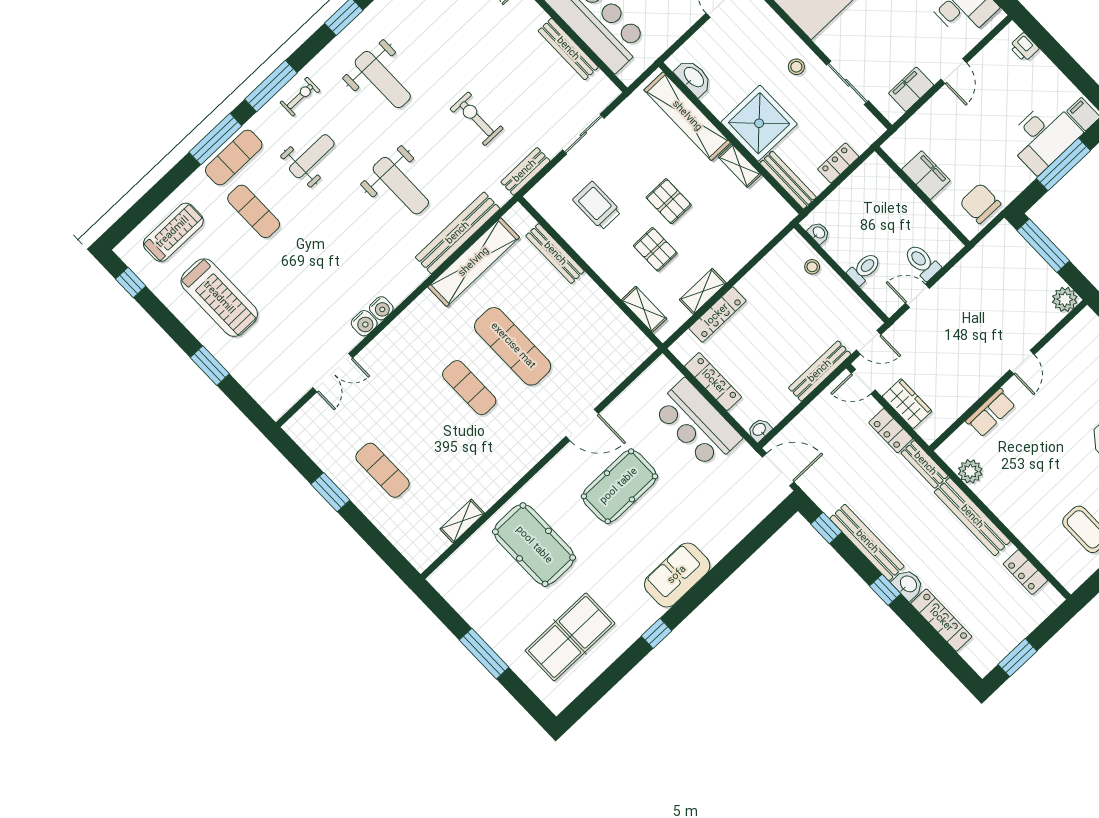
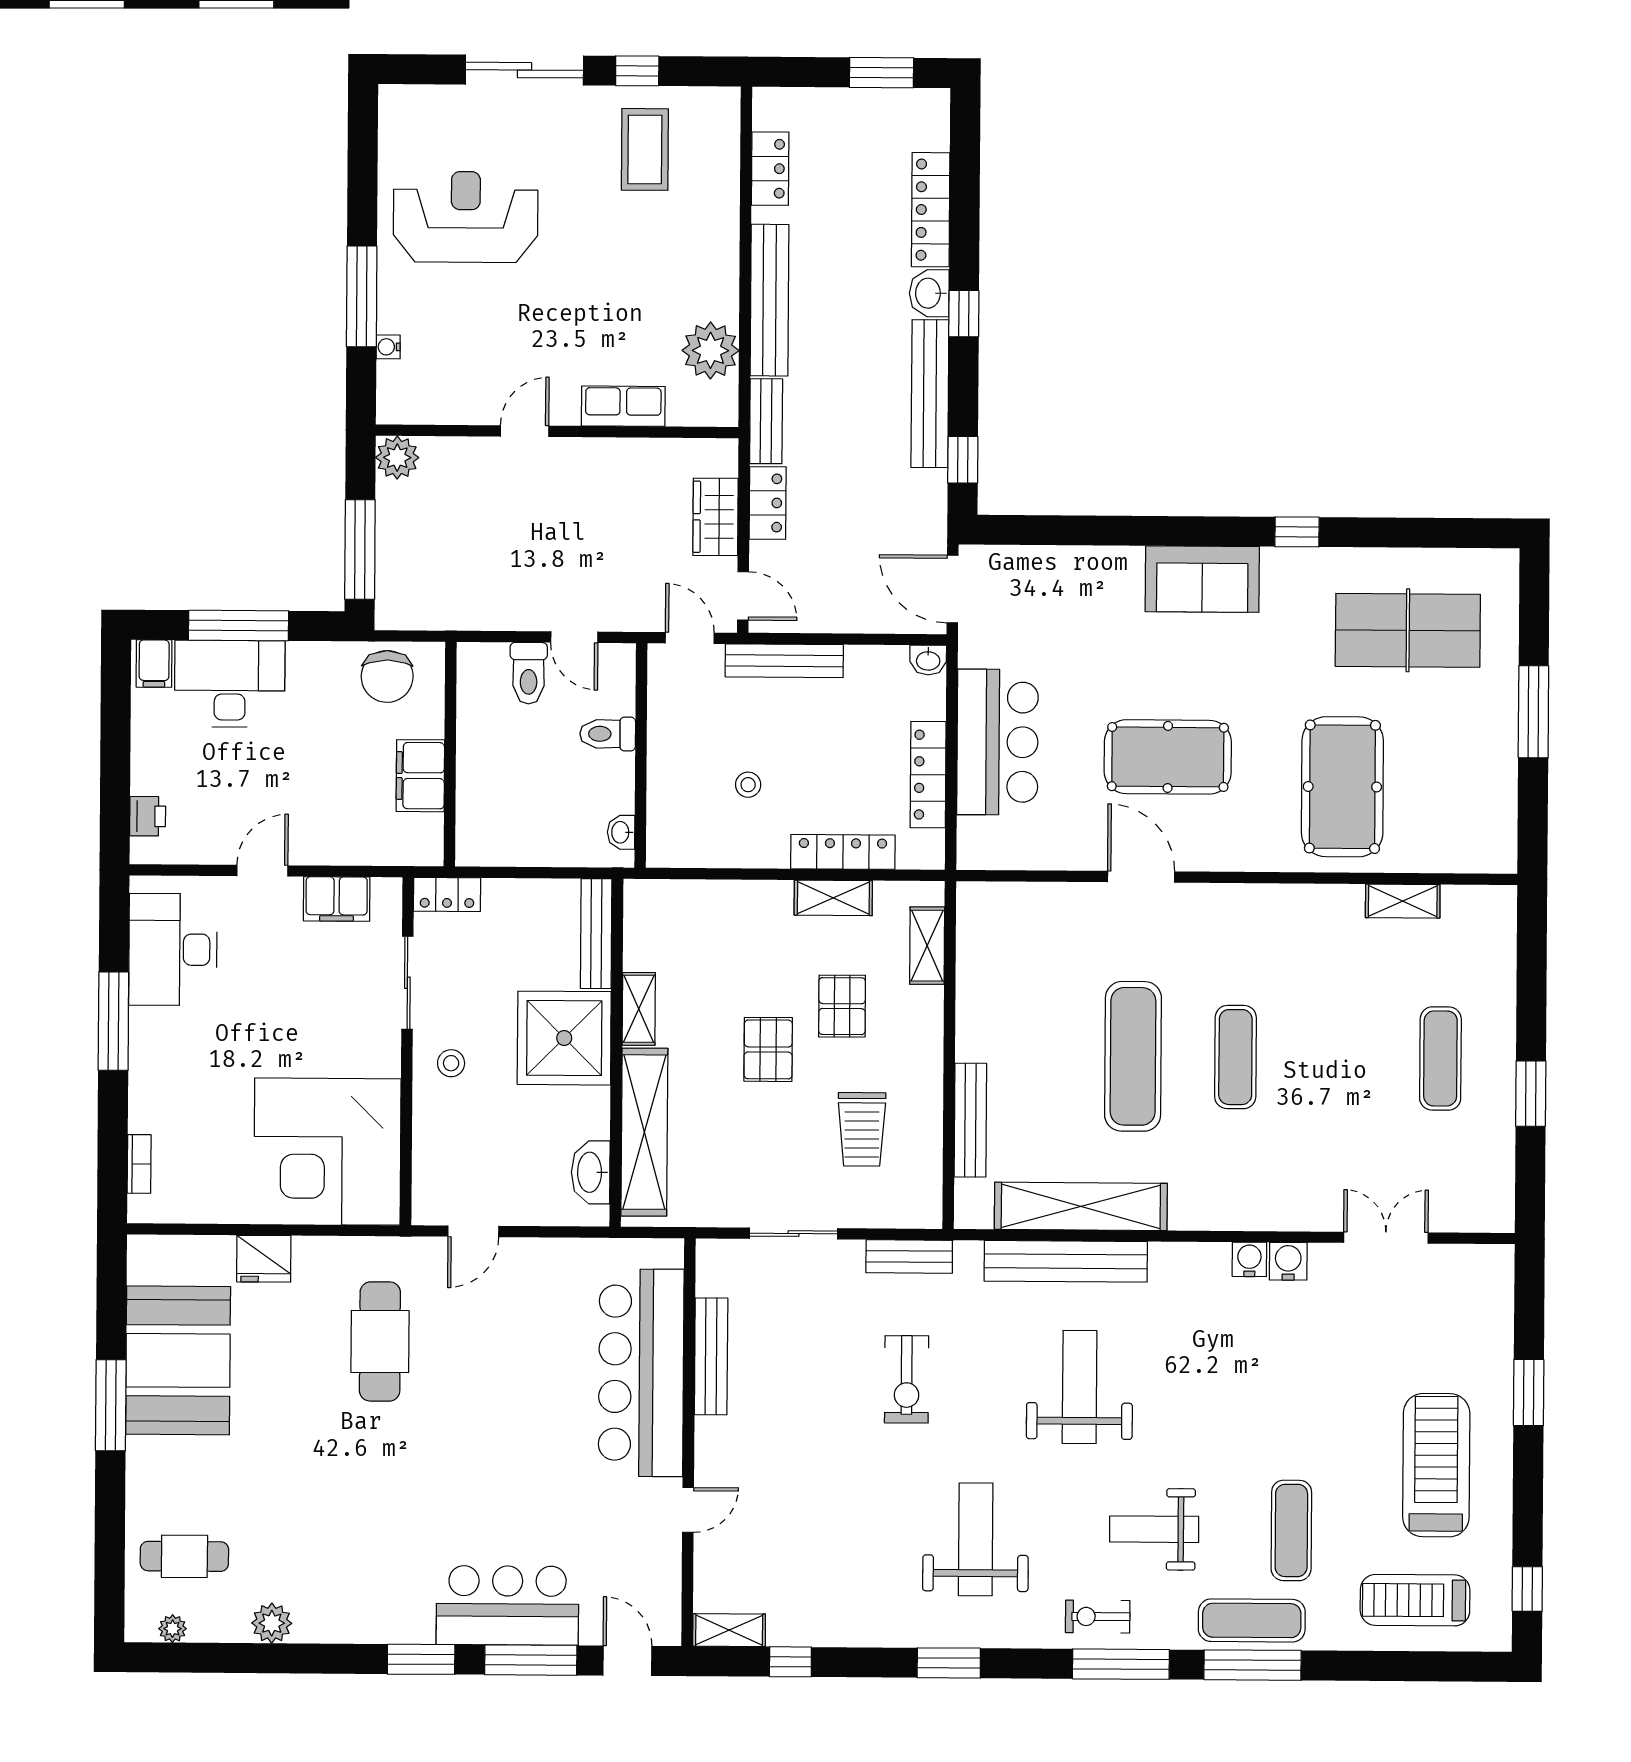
locker: (838, 163) -> (447, 894), moved
stool: (812, 267) -> (748, 785), moved
plant: (970, 471) -> (711, 350), width x1.36, depth x1.36

